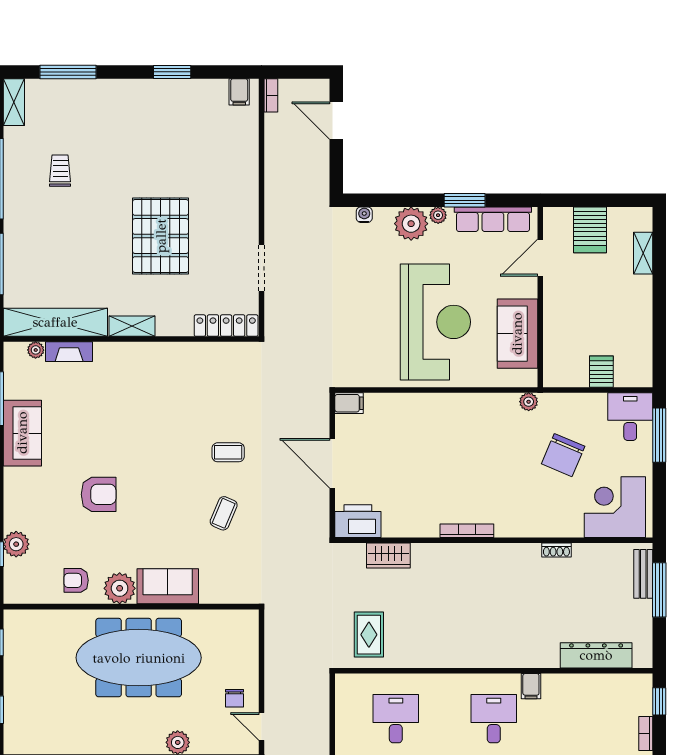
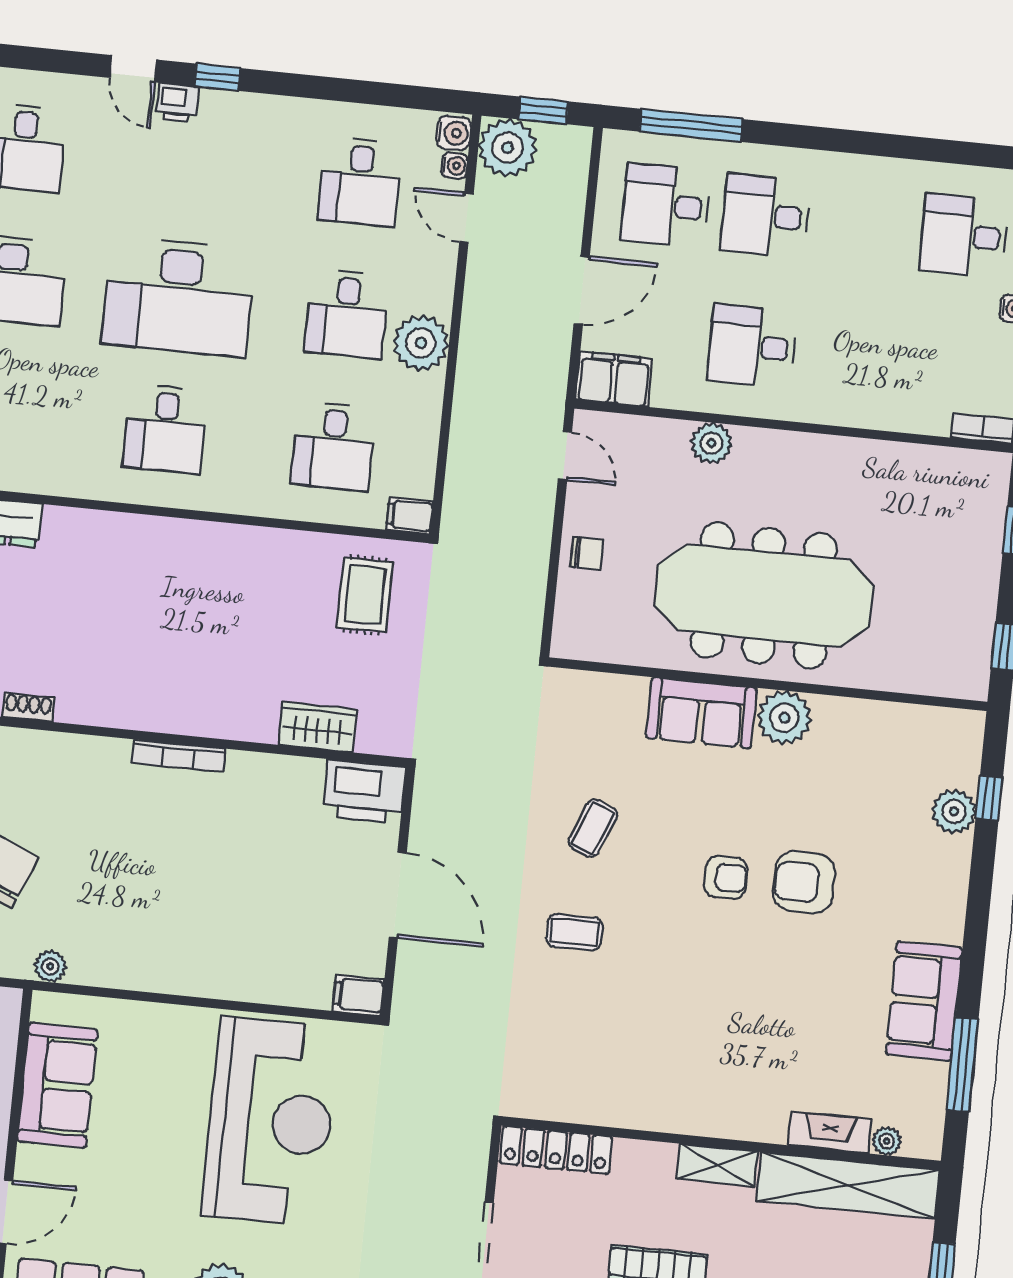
reception desk: (435, 322) -> (271, 1122), moved, turned 180
armchair: (76, 580) -> (726, 877), moved
filing cabinet: (531, 686) -> (410, 516), moved, turned -90
chair: (235, 698) -> (587, 554), moved, turned 90

